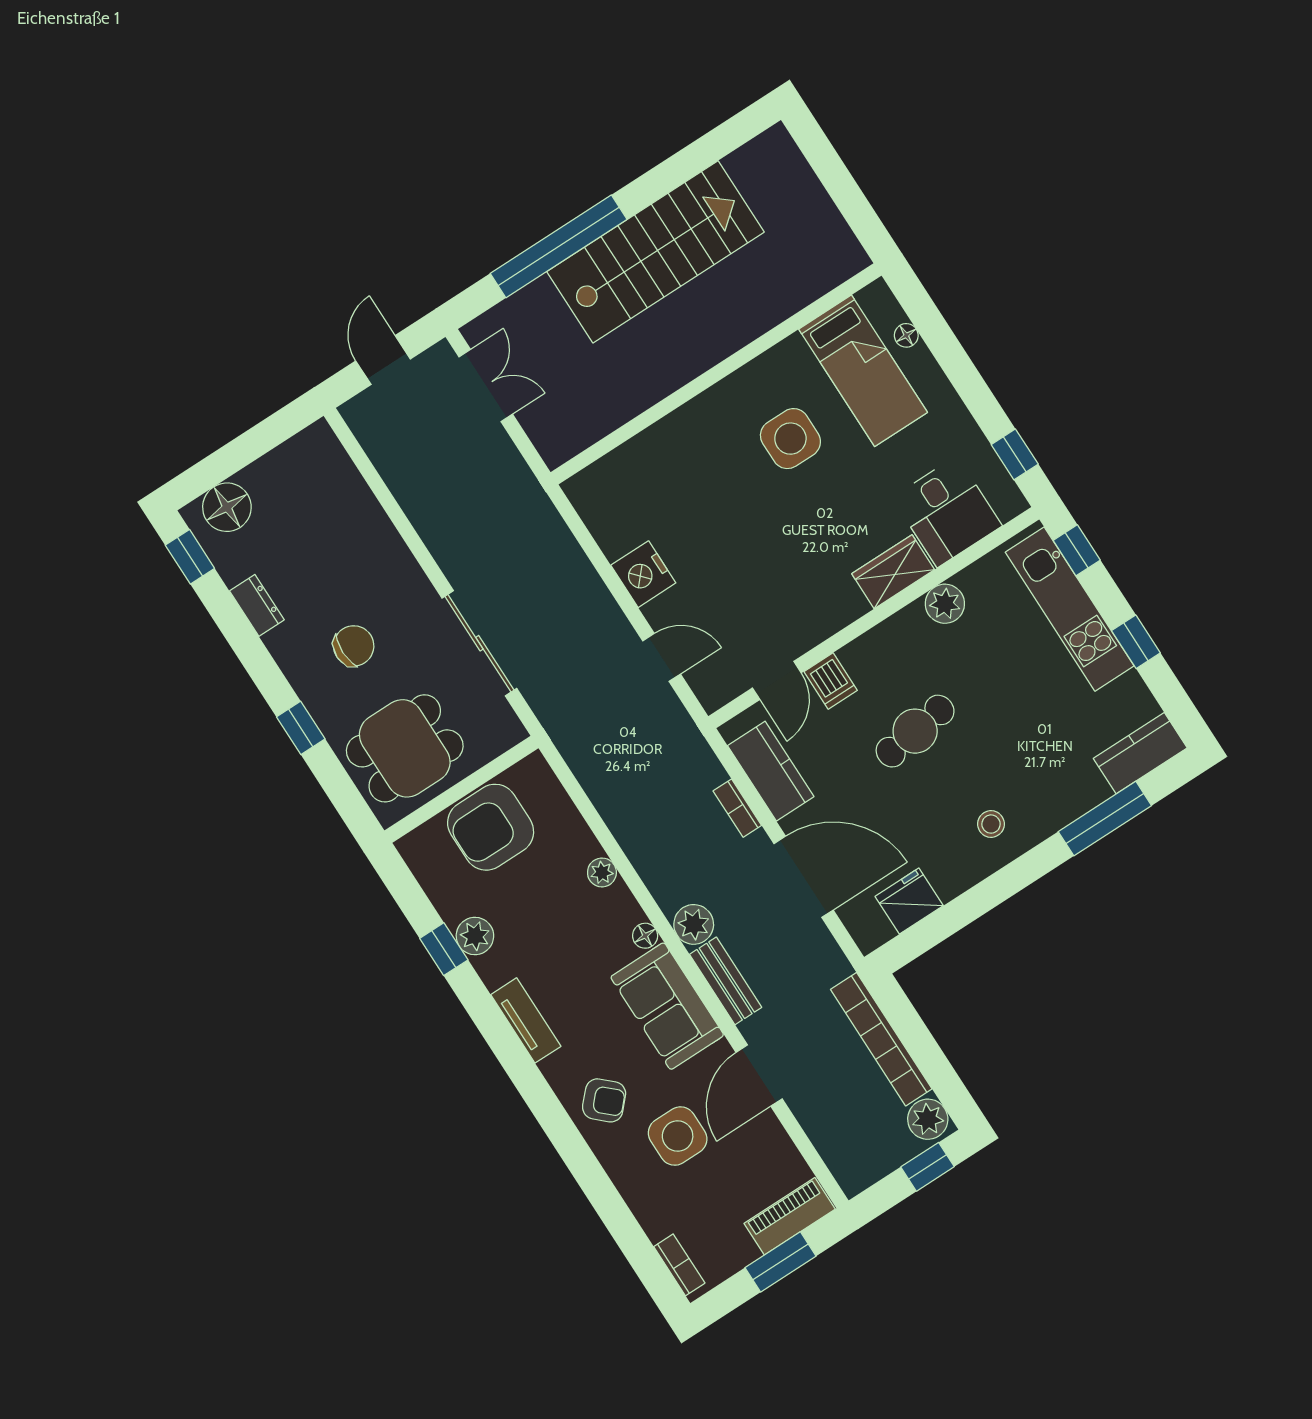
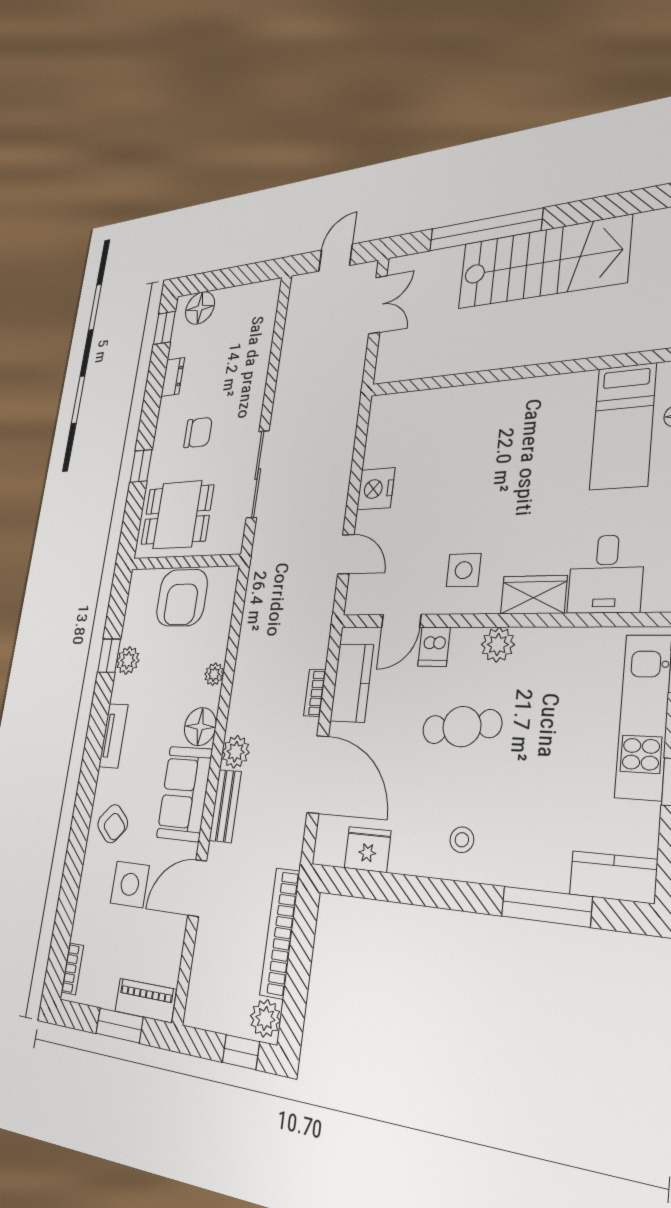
side table: (790, 439) -> (464, 570), moved, width x0.73, depth x0.73
plant: (945, 604) -> (498, 645), moved
armchair: (491, 827) -> (182, 598), turned -90
floor lamp: (645, 936) -> (200, 727), width x1.89, depth x1.89

